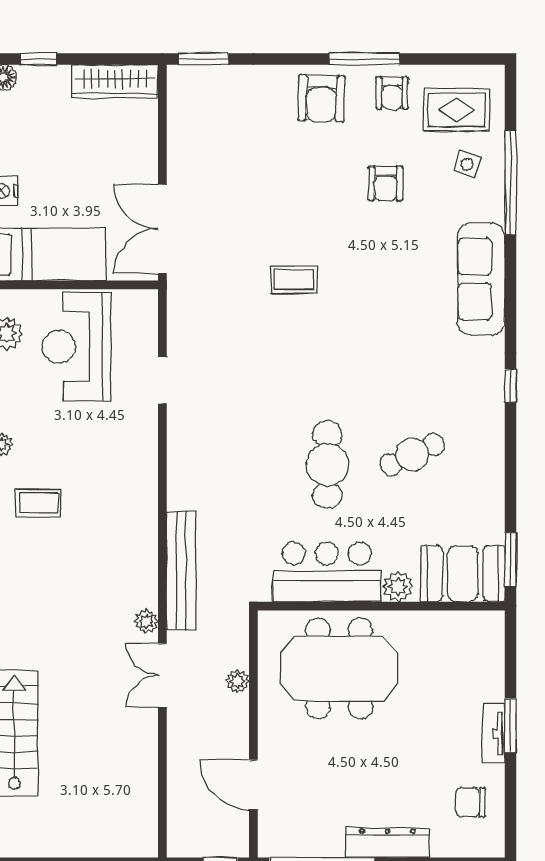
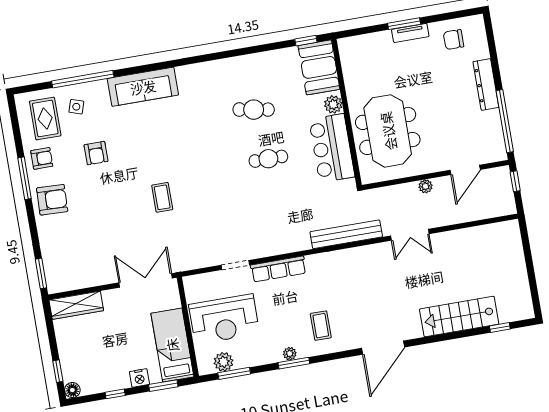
wardrobe: (115, 81) -> (76, 305), moved, turned 90
armchair: (385, 183) -> (96, 153), turned 90
double door: (162, 229) -> (146, 280), swing flipped
window: (511, 386) -> (203, 58), removed
row of seats: (144, 450) -> (278, 269), added
cafe table: (412, 454) -> (254, 110), turned -55
cafe table: (327, 465) -> (268, 159), width x0.73, depth x0.74
window: (511, 560) -> (306, 41), width x0.67
plant: (146, 621) -> (380, 250), removed
plant: (238, 681) -> (425, 186), moved
chair: (470, 802) -> (454, 40), turned 90

